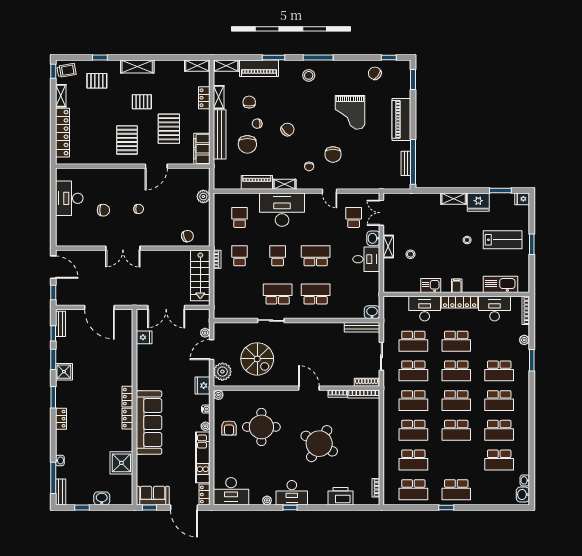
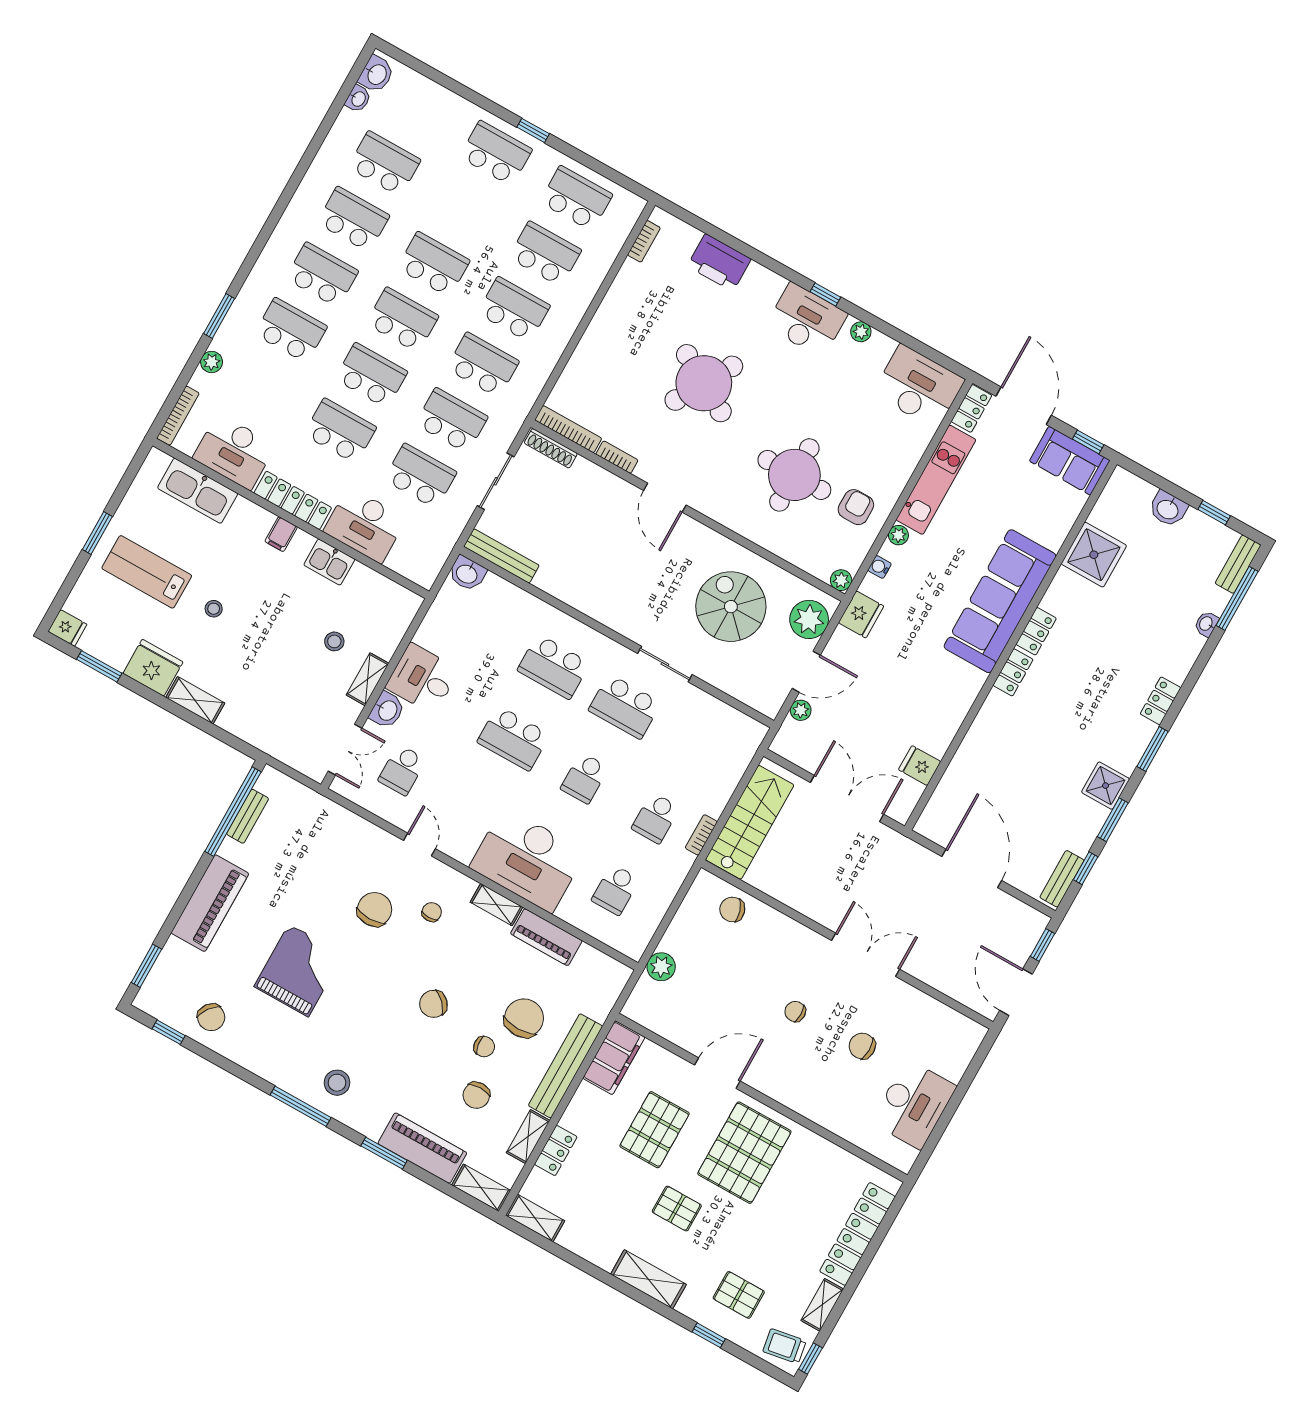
pallet: (127, 140) -> (744, 1153), width x1.37, depth x1.41

